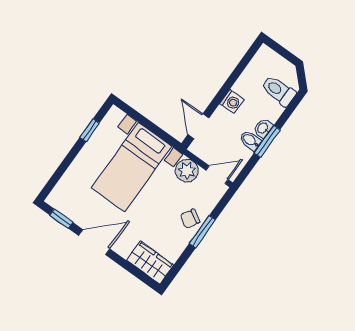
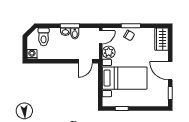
washing machine: (232, 102) -> (32, 54), moved
door: (217, 175) -> (101, 37), swing flipped

